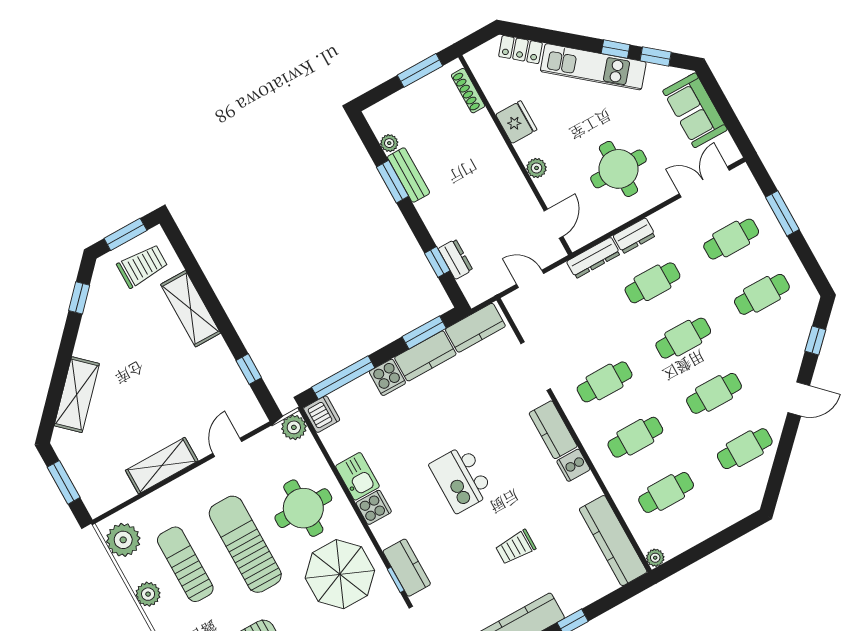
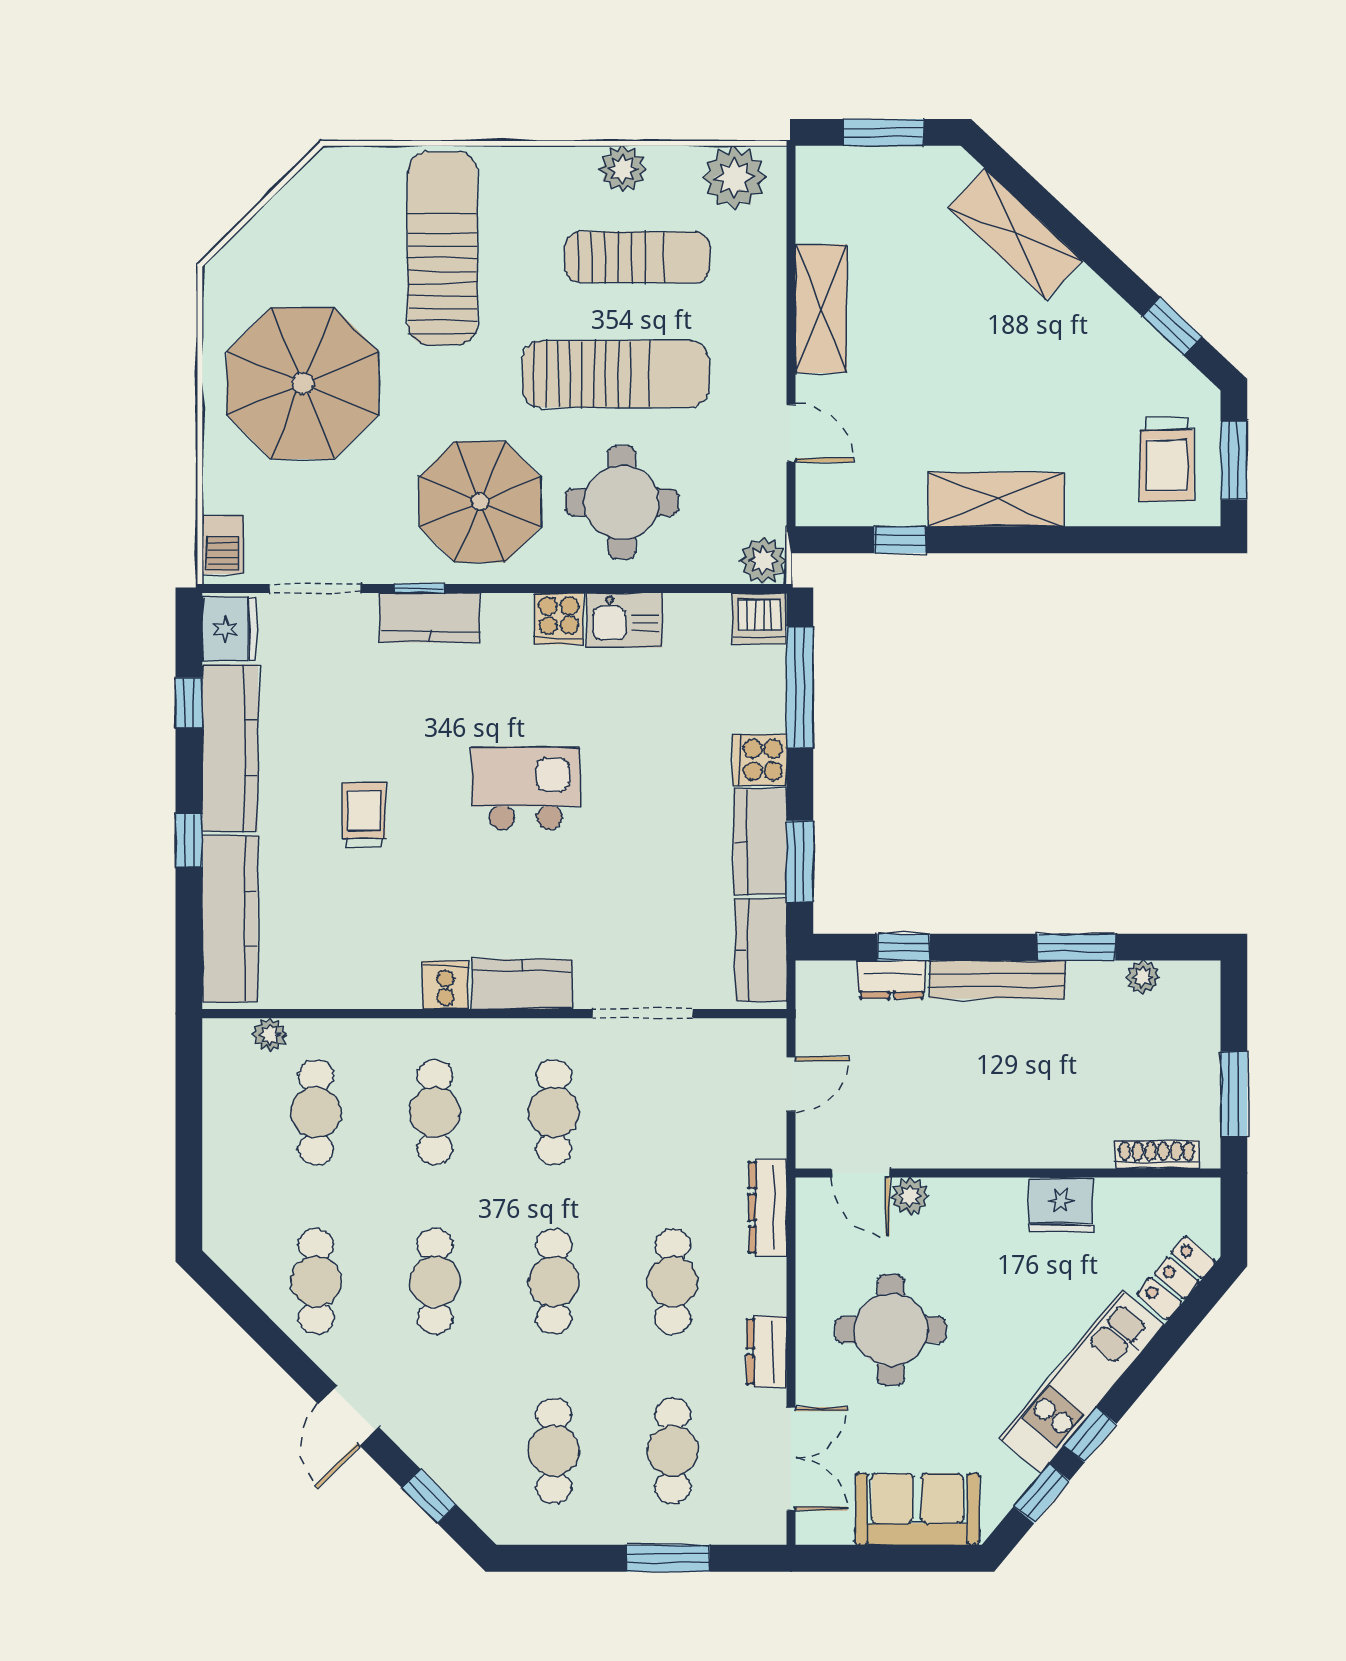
plant: (537, 168) -> (910, 1196), moved
bench: (409, 175) -> (997, 979), moved, width x1.36
dresser: (634, 236) -> (767, 1352), moved
shelving: (191, 309) -> (996, 499), moved
kitchen counter: (613, 541) -> (230, 919), moved, turned 90
plant: (655, 558) -> (270, 1035), moved

